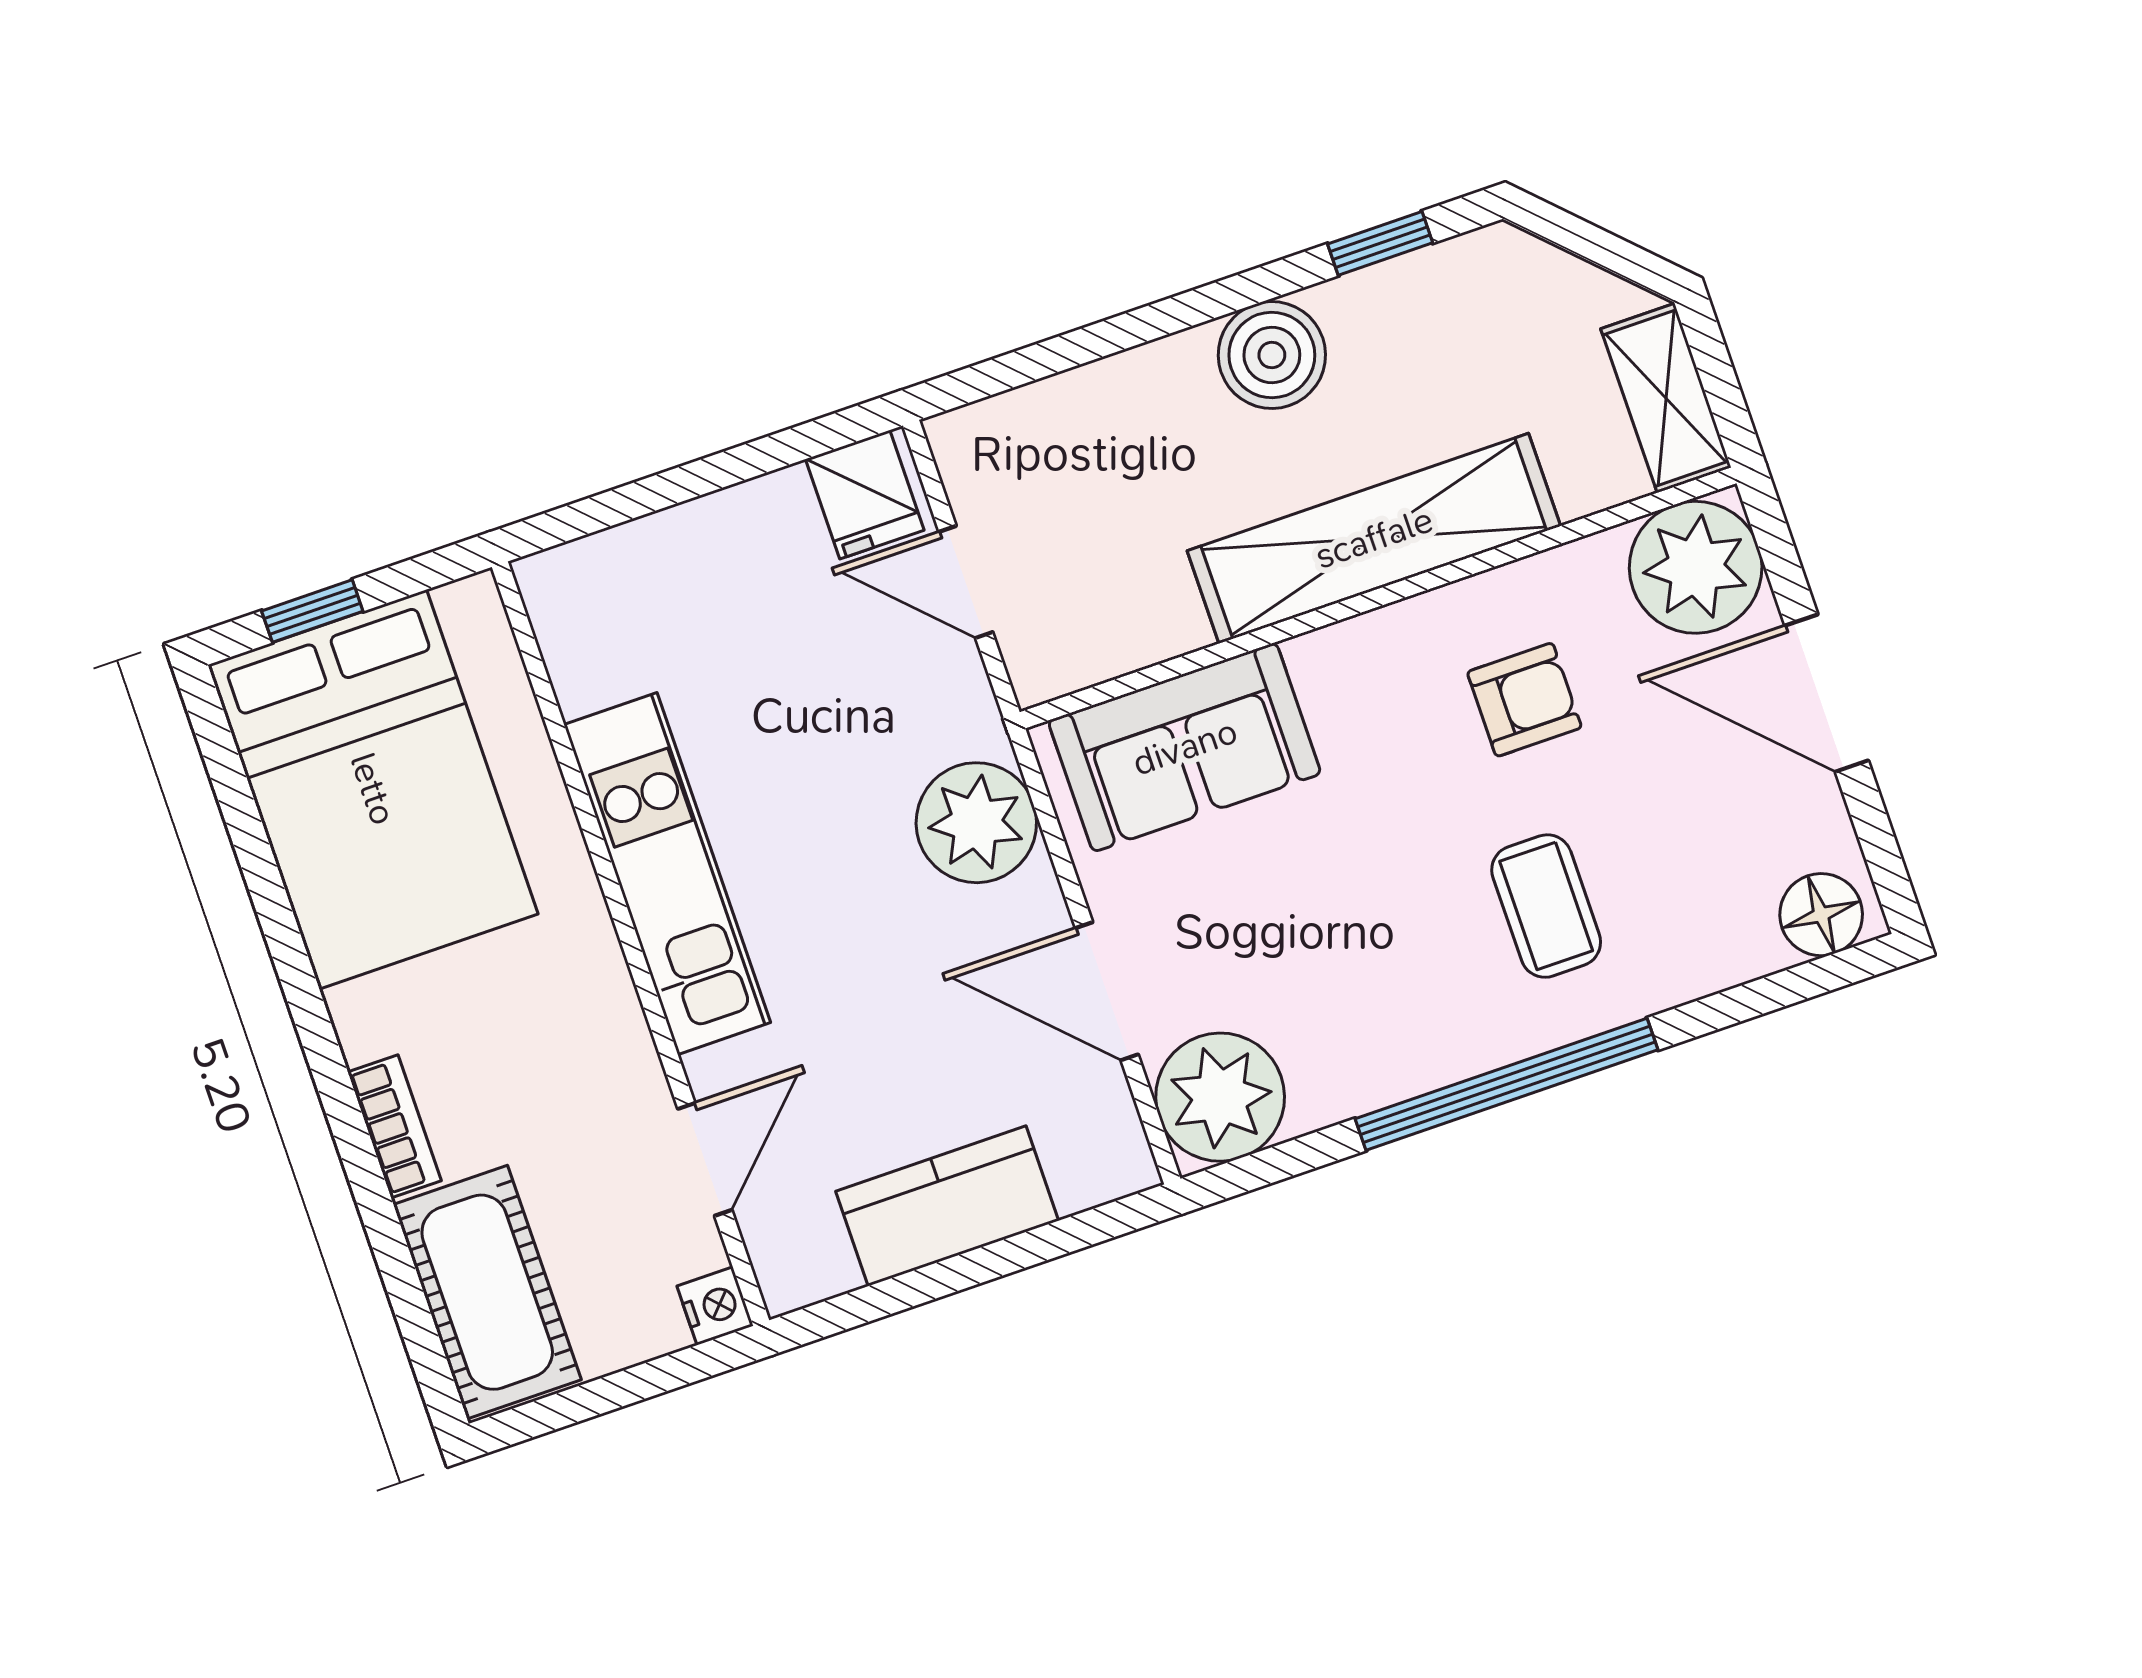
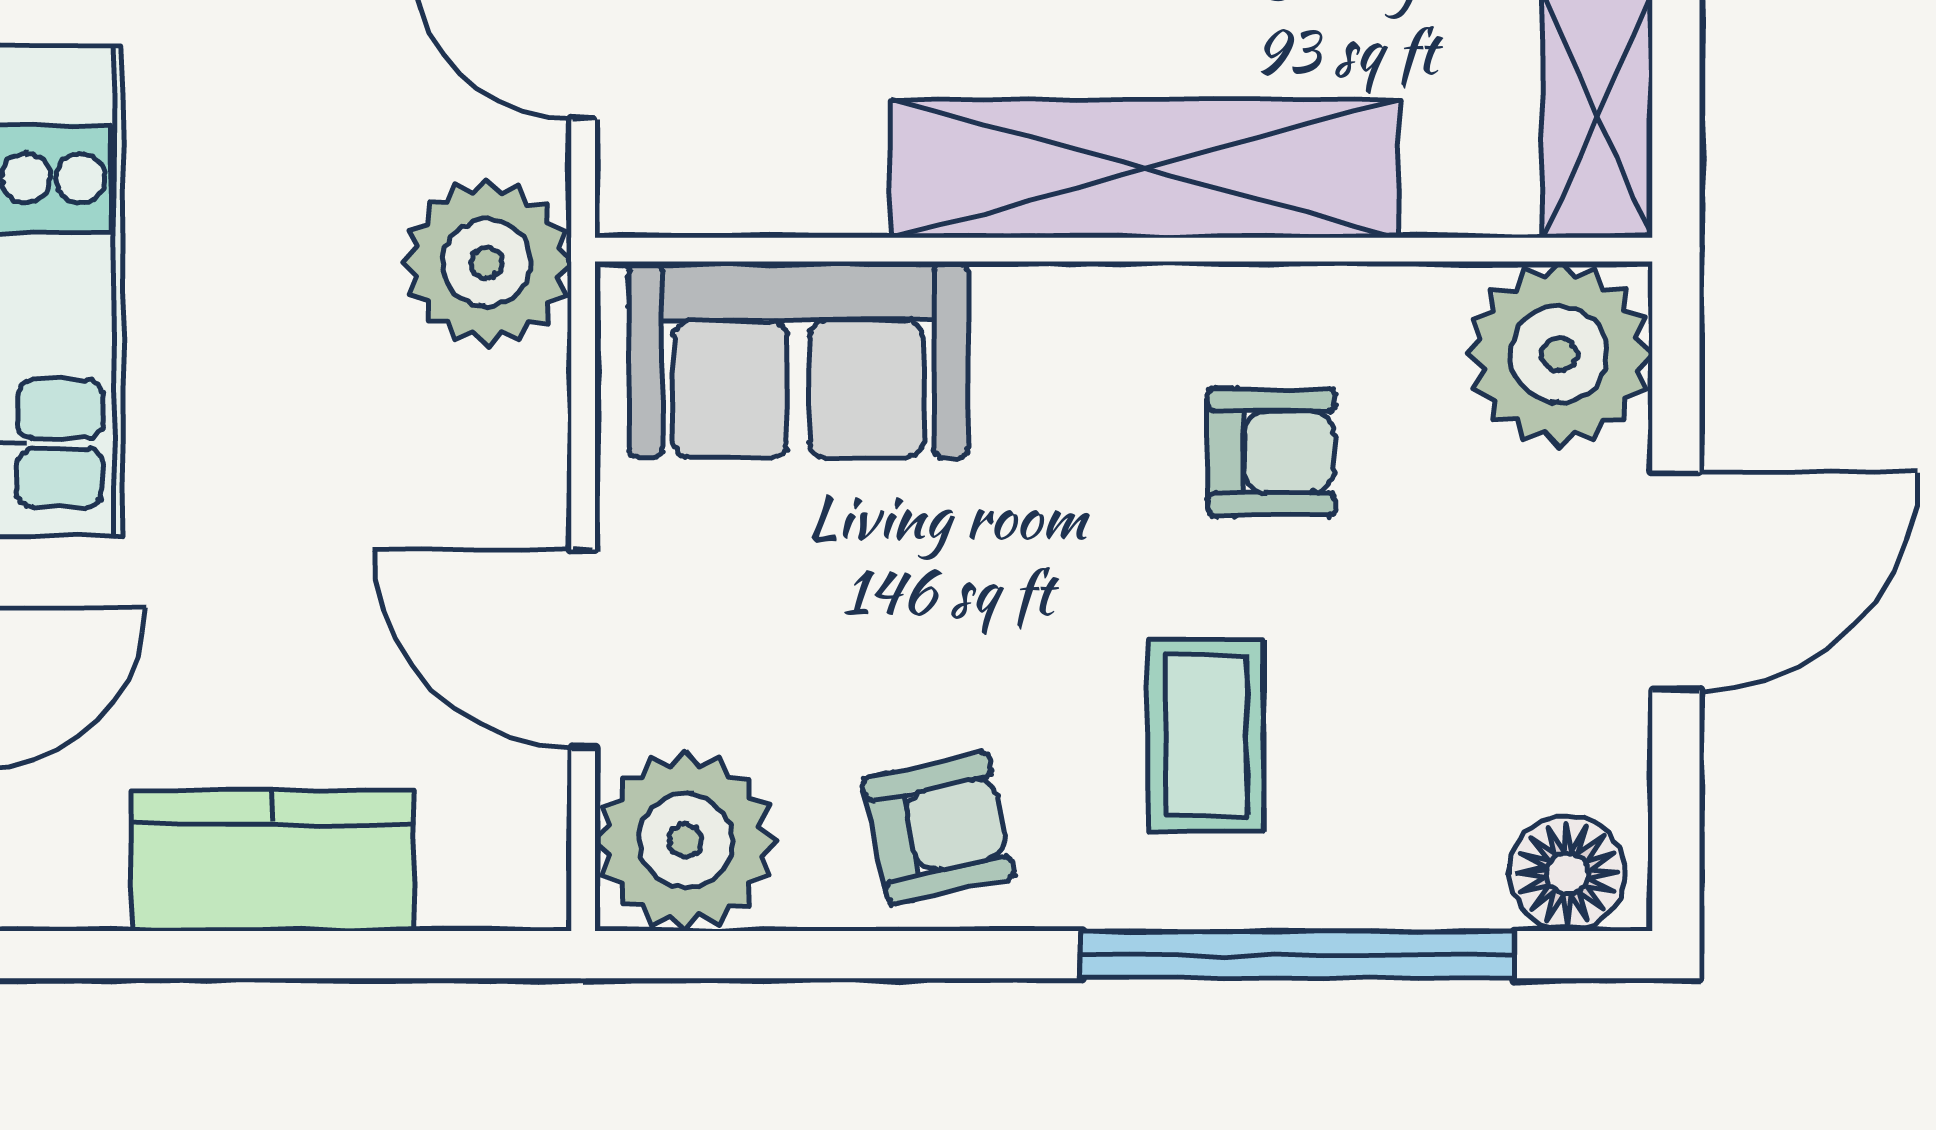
door: (1827, 693) -> (1676, 581), swing flipped
plant: (976, 823) -> (487, 263), moved
armchair: (1388, 1030) -> (938, 828), added
window: (1506, 1084) -> (1298, 955), moved

